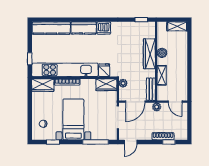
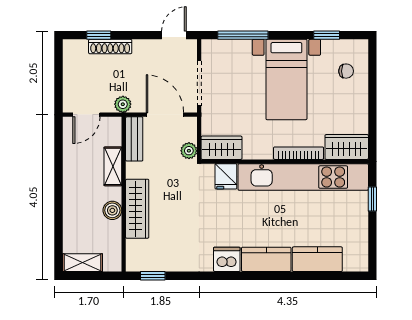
kitchen counter: (51, 28) -> (317, 259), width x0.67
door: (135, 102) -> (165, 115), hinge flipped
door: (175, 102) -> (86, 115), swing flipped

